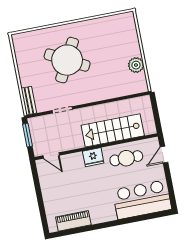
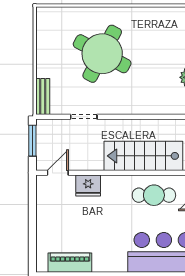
door: (51, 155) -> (58, 173), swing flipped
fridge: (93, 157) -> (88, 185), moved

